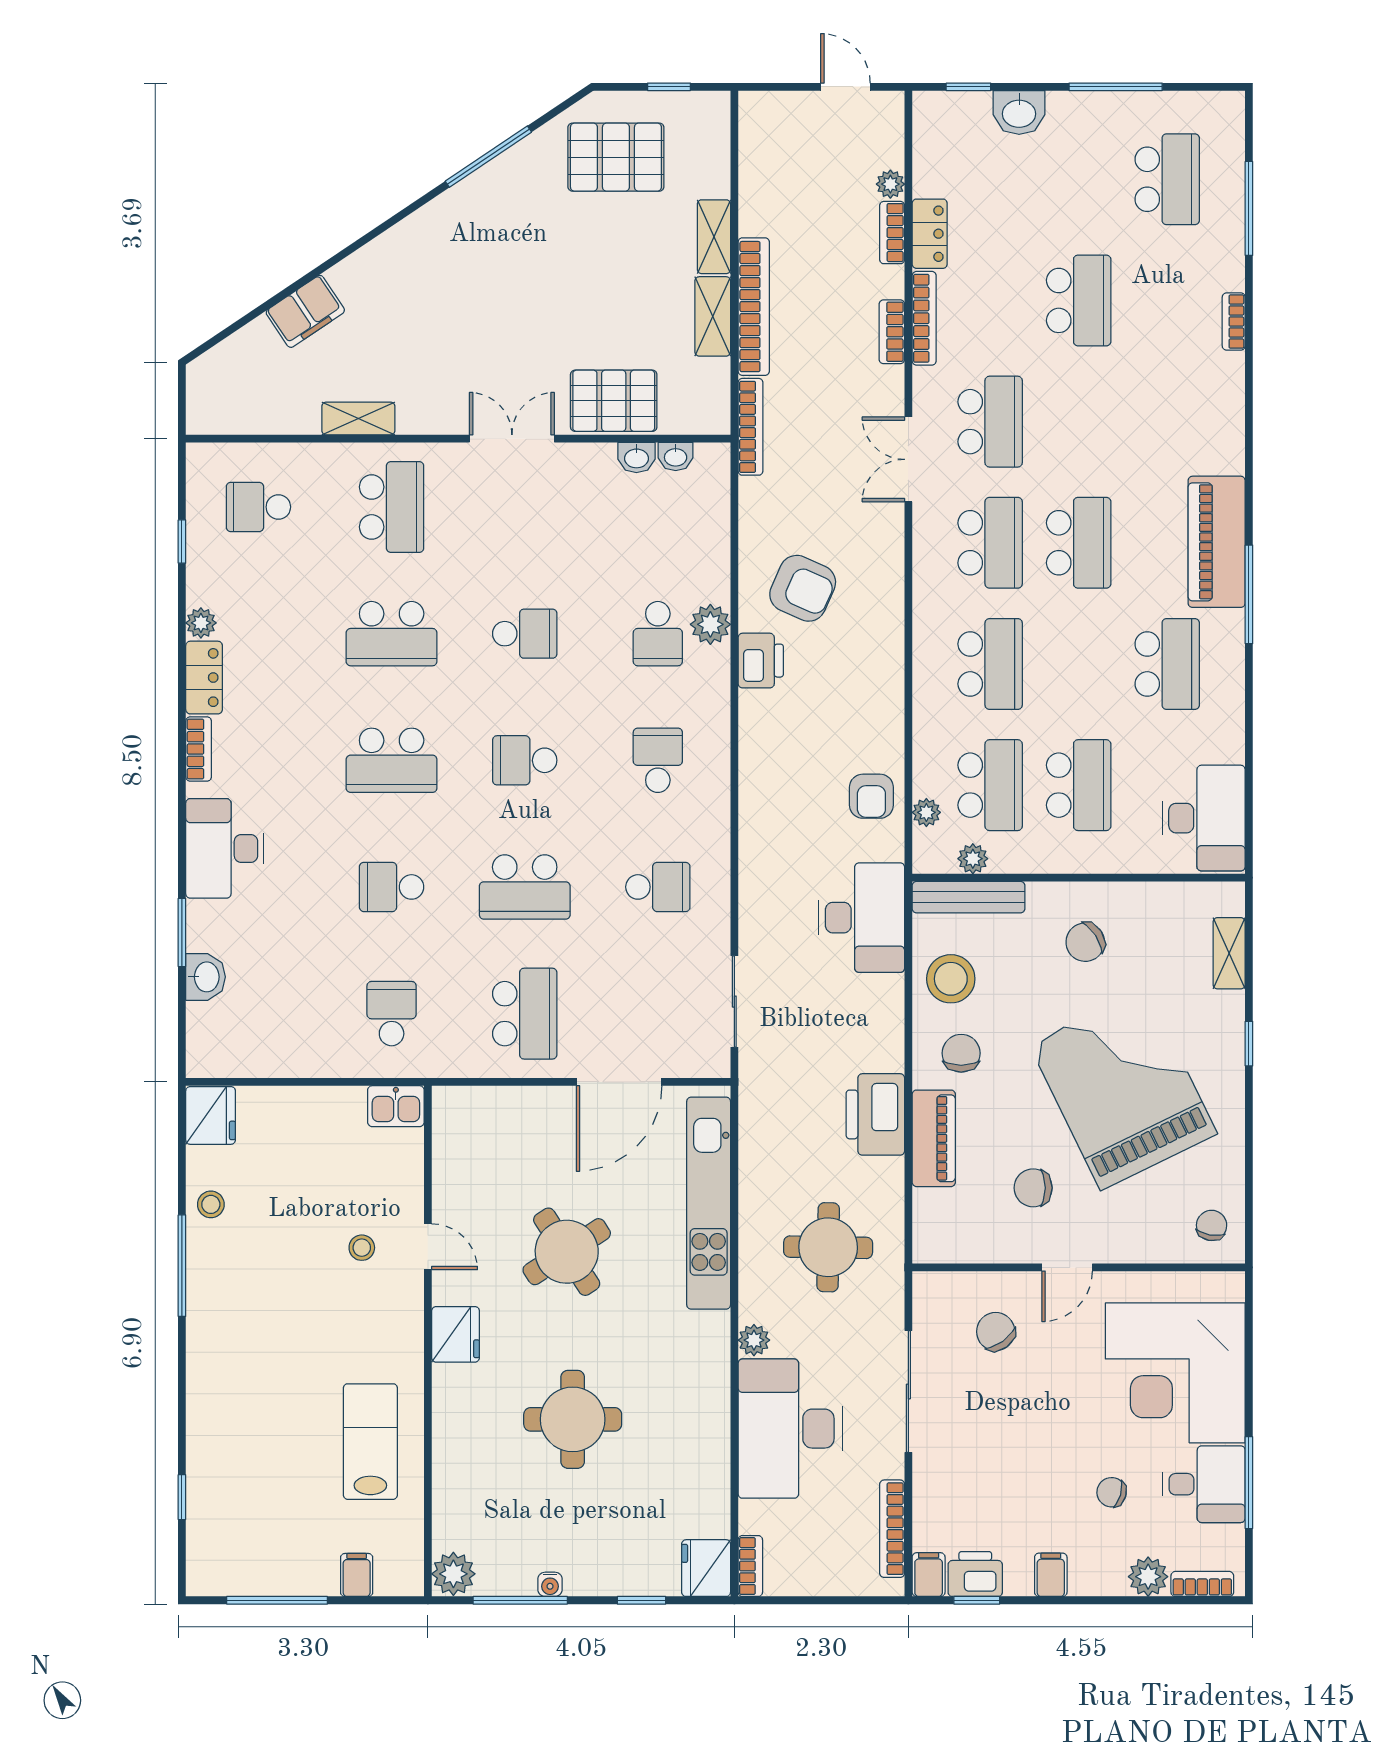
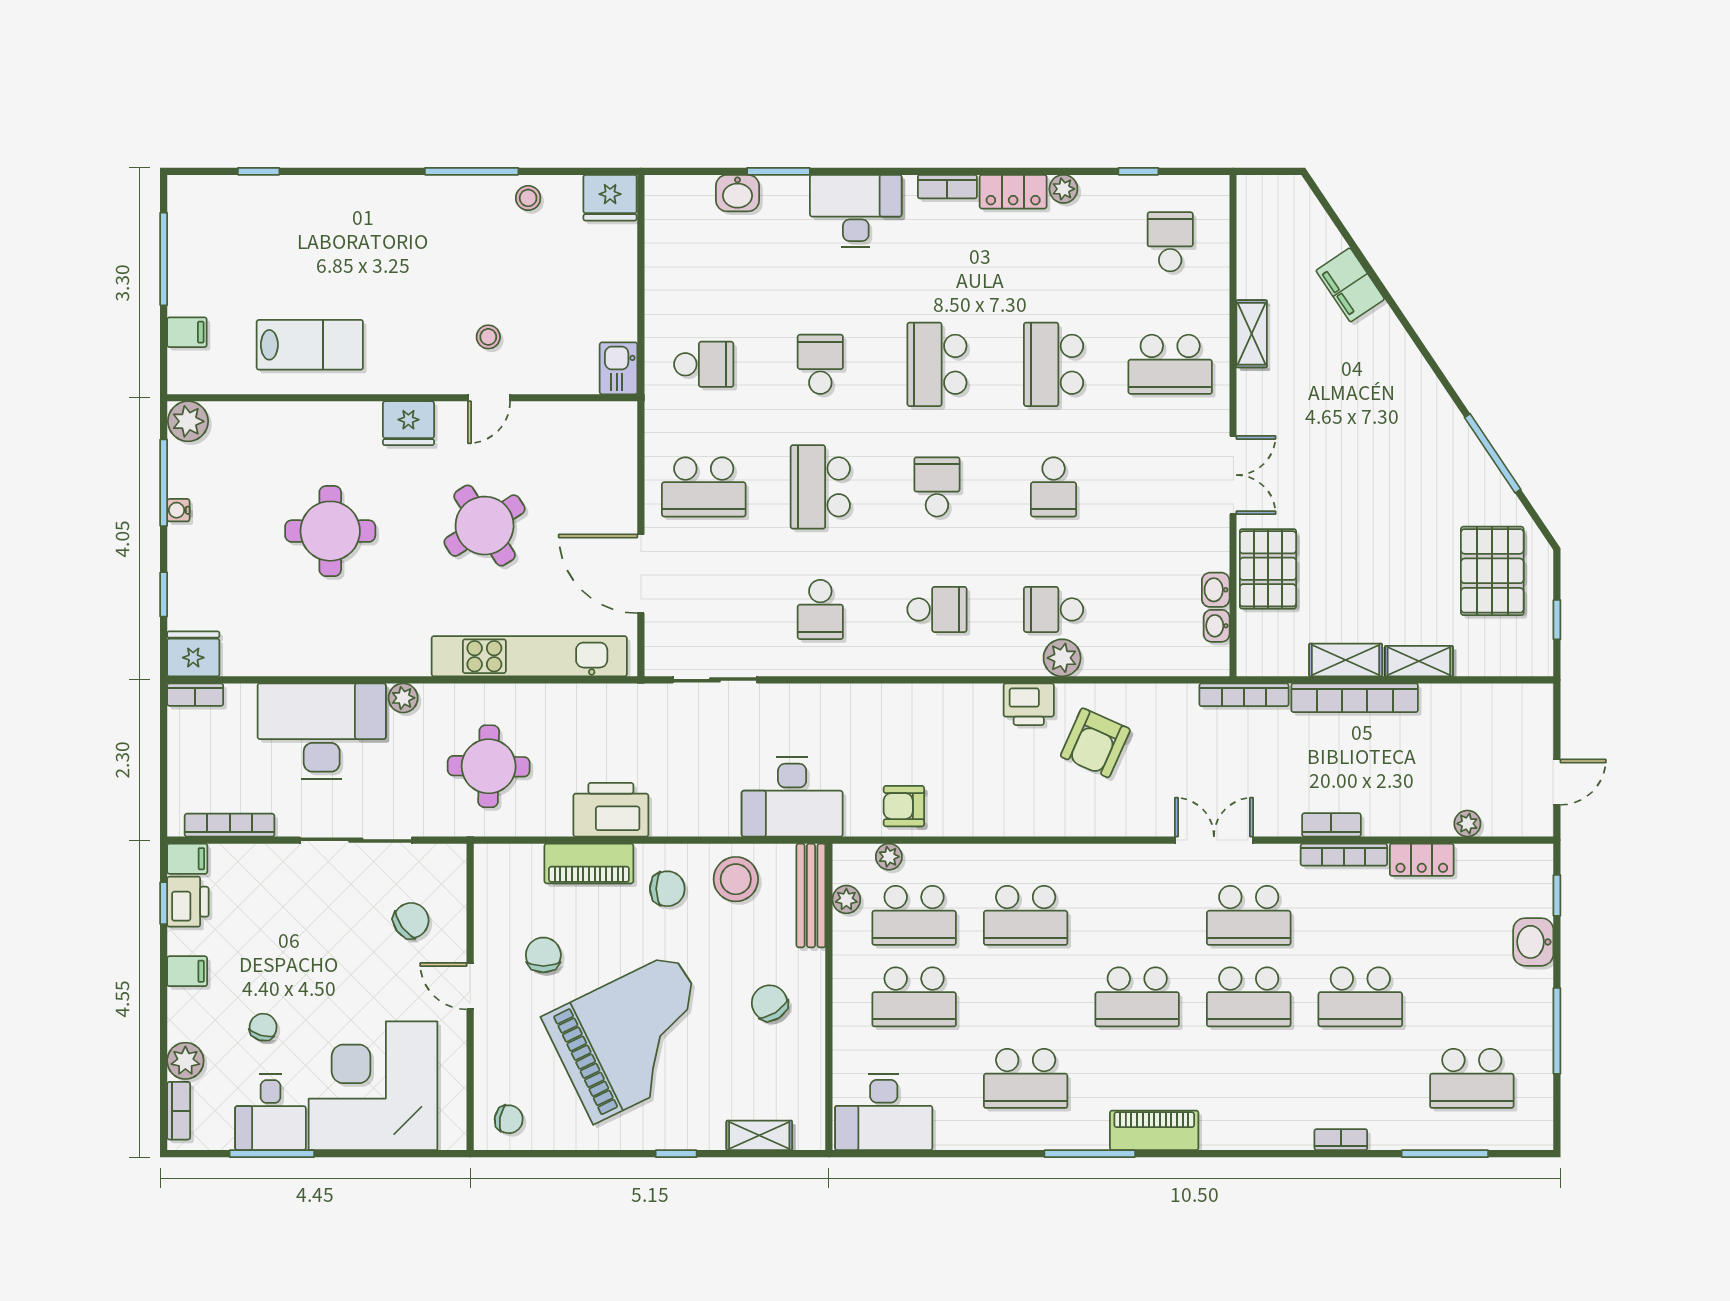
bookcase: (892, 233) -> (1423, 825), removed
piano: (1217, 542) -> (1154, 1130), width x0.73, depth x0.75
school desk: (990, 543) -> (1249, 997), moved

